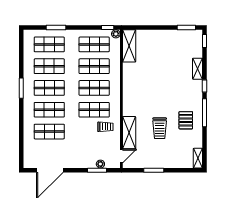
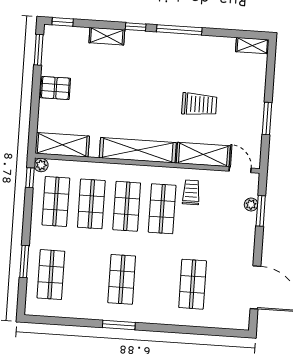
shop shelf: (49, 66) -> (86, 277), removed
shelving: (129, 92) -> (138, 150), added
shop shelf: (49, 110) -> (157, 282), removed
pallet: (186, 120) -> (55, 88), moved

